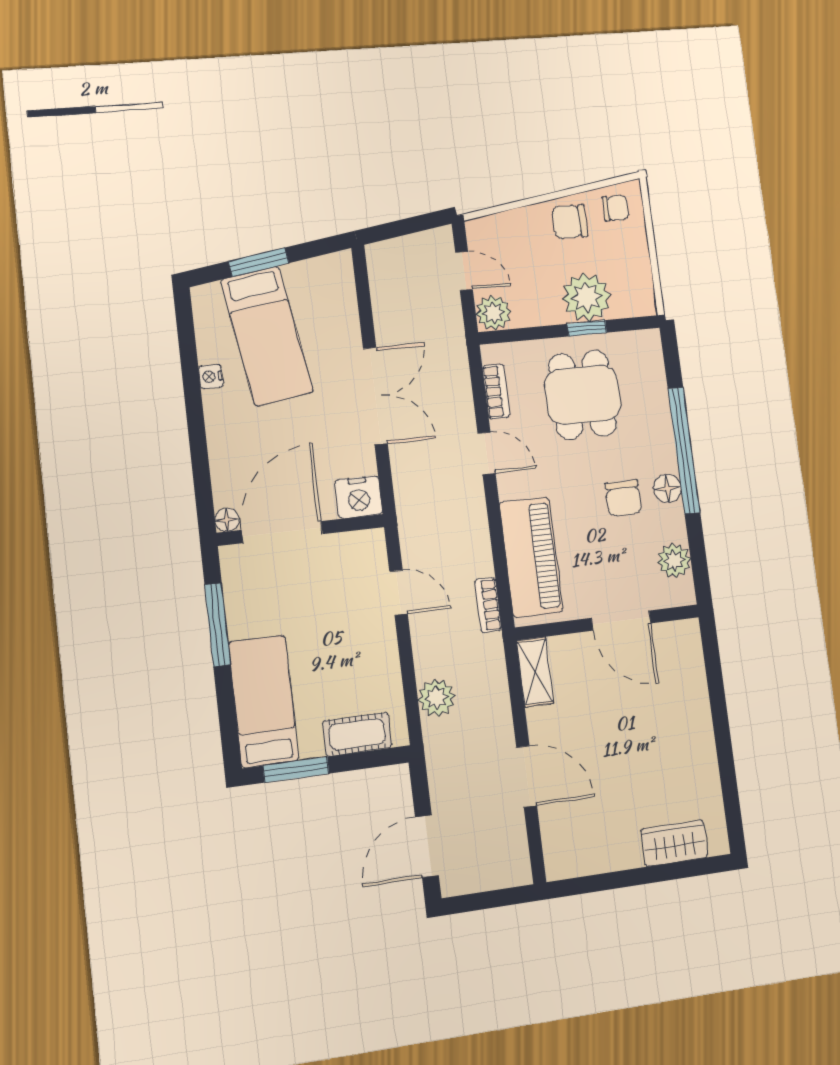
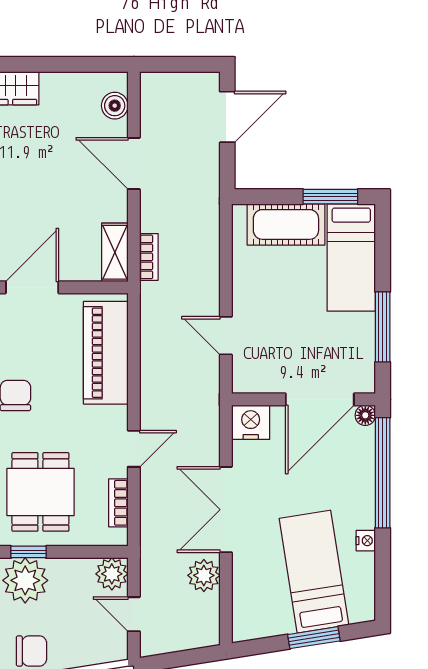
door: (487, 453) -> (134, 449), swing flipped
window: (199, 456) -> (383, 473), added
bookcase: (488, 605) -> (149, 257), moved
door: (621, 621) -> (32, 287), hinge flipped
plant: (437, 698) -> (204, 575), moved
cot: (357, 734) -> (286, 224), width x1.37, depth x1.34
boiler: (556, 840) -> (115, 106), added

